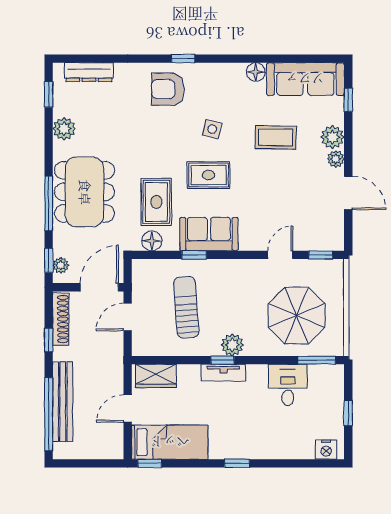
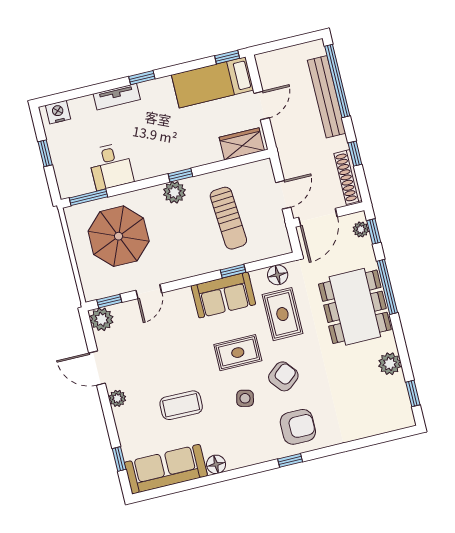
dresser: (89, 72) -> (379, 425), removed
plant: (332, 137) -> (102, 319), moved
armchair: (170, 141) -> (283, 376), added
tv unit: (223, 373) -> (117, 97), moved, turned 180

